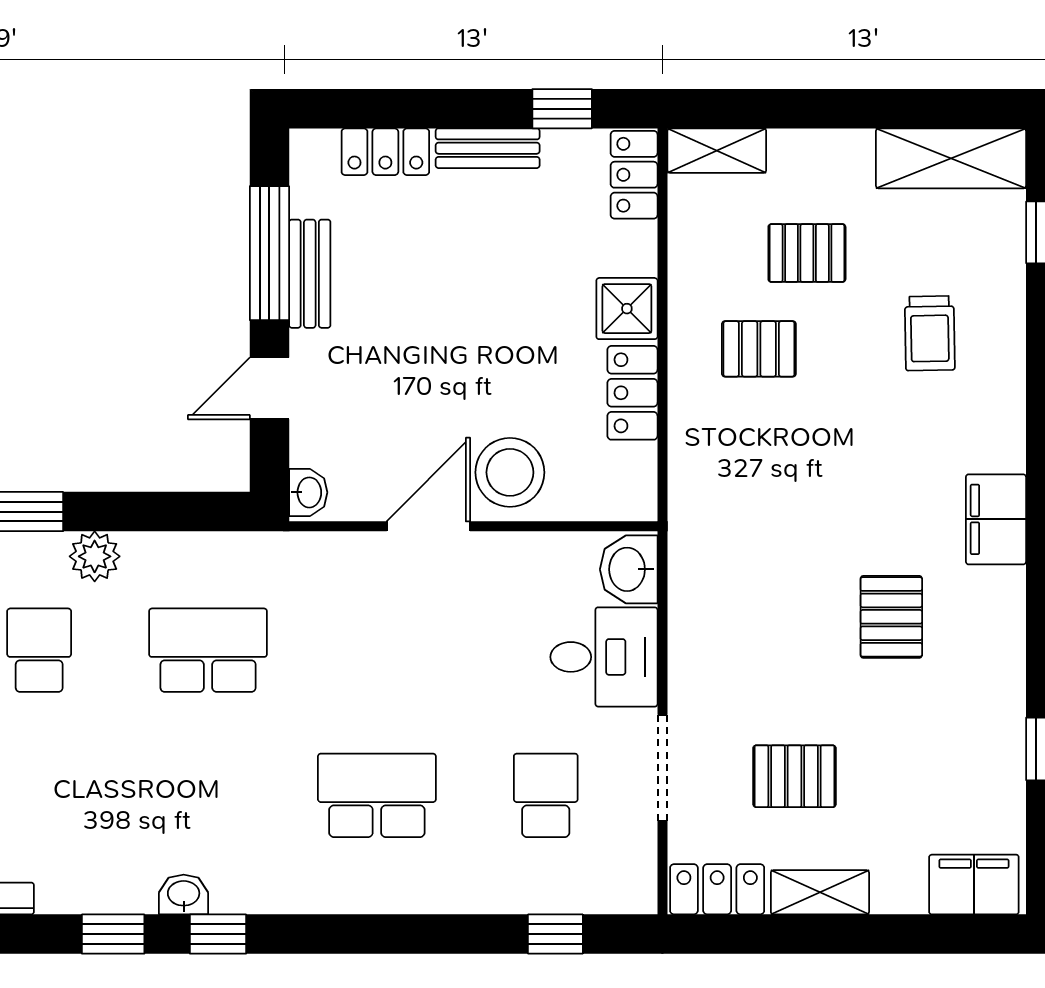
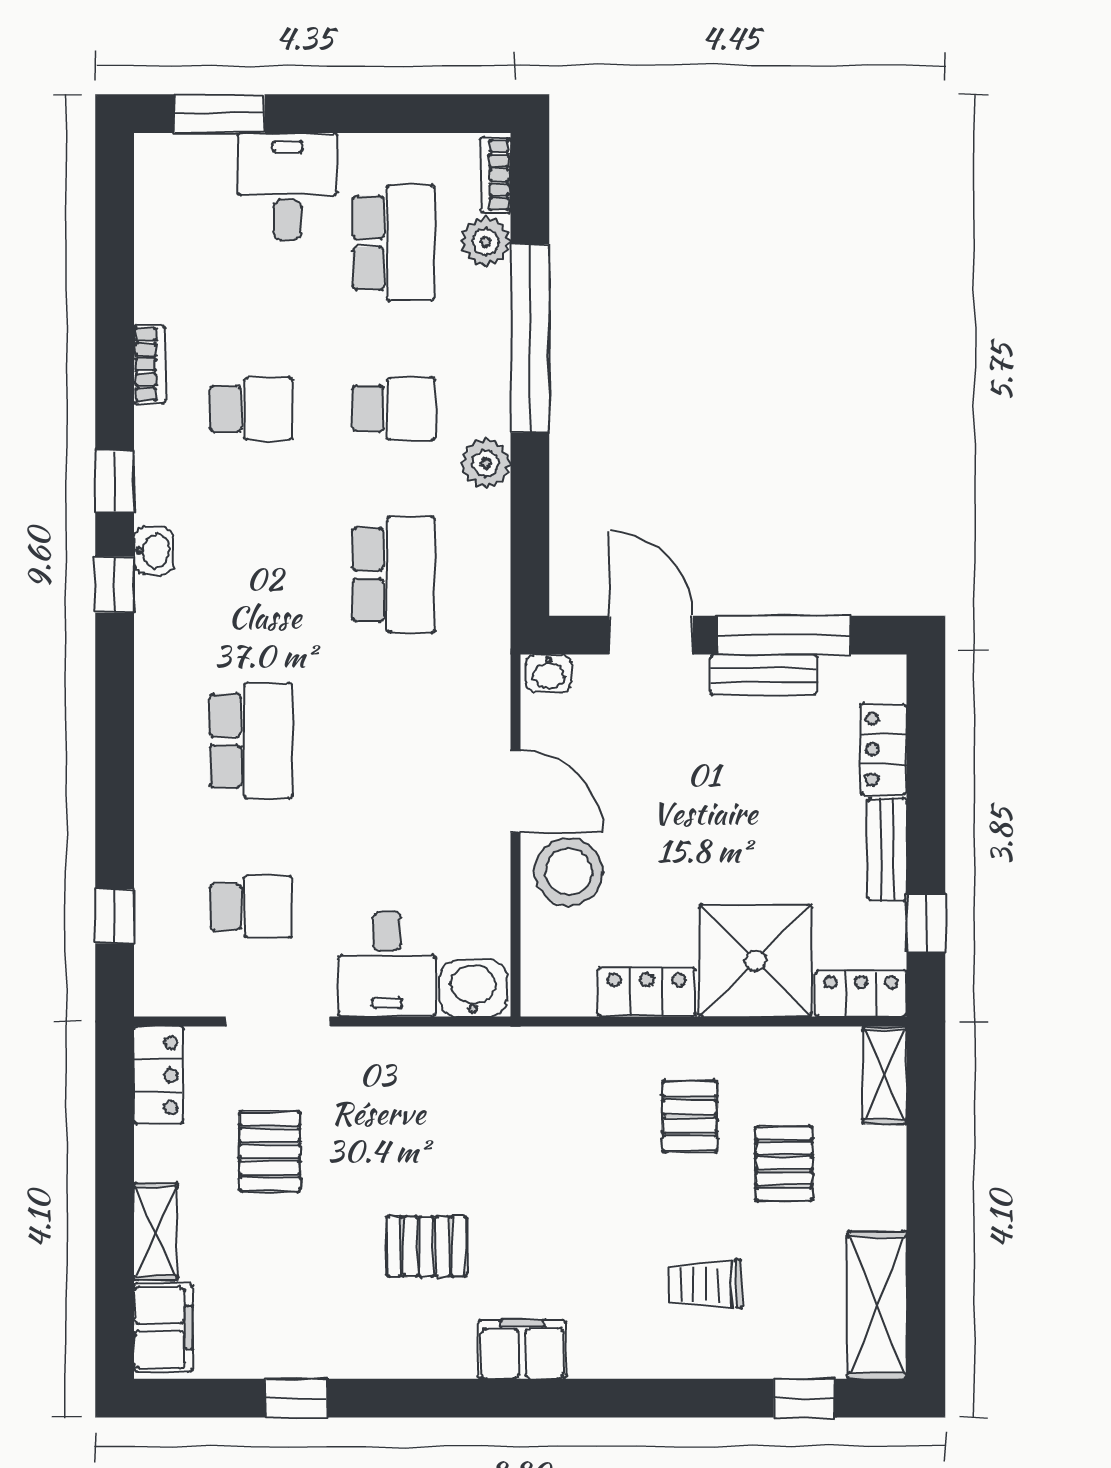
shower: (627, 309) -> (755, 961), width x1.86, depth x1.86
door: (269, 388) -> (651, 635), width x1.38
school desk: (39, 795) -> (251, 409), added
shelving: (820, 892) -> (156, 1231), moved

